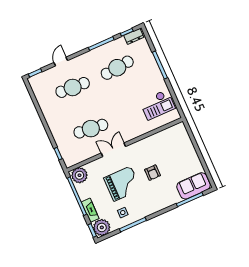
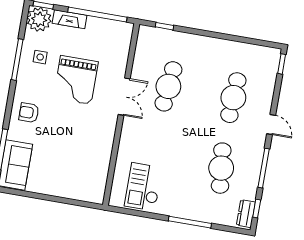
door: (61, 61) -> (271, 125), moved
armchair: (153, 173) -> (29, 113), moved
plant: (79, 175) -> (121, 35), removed

